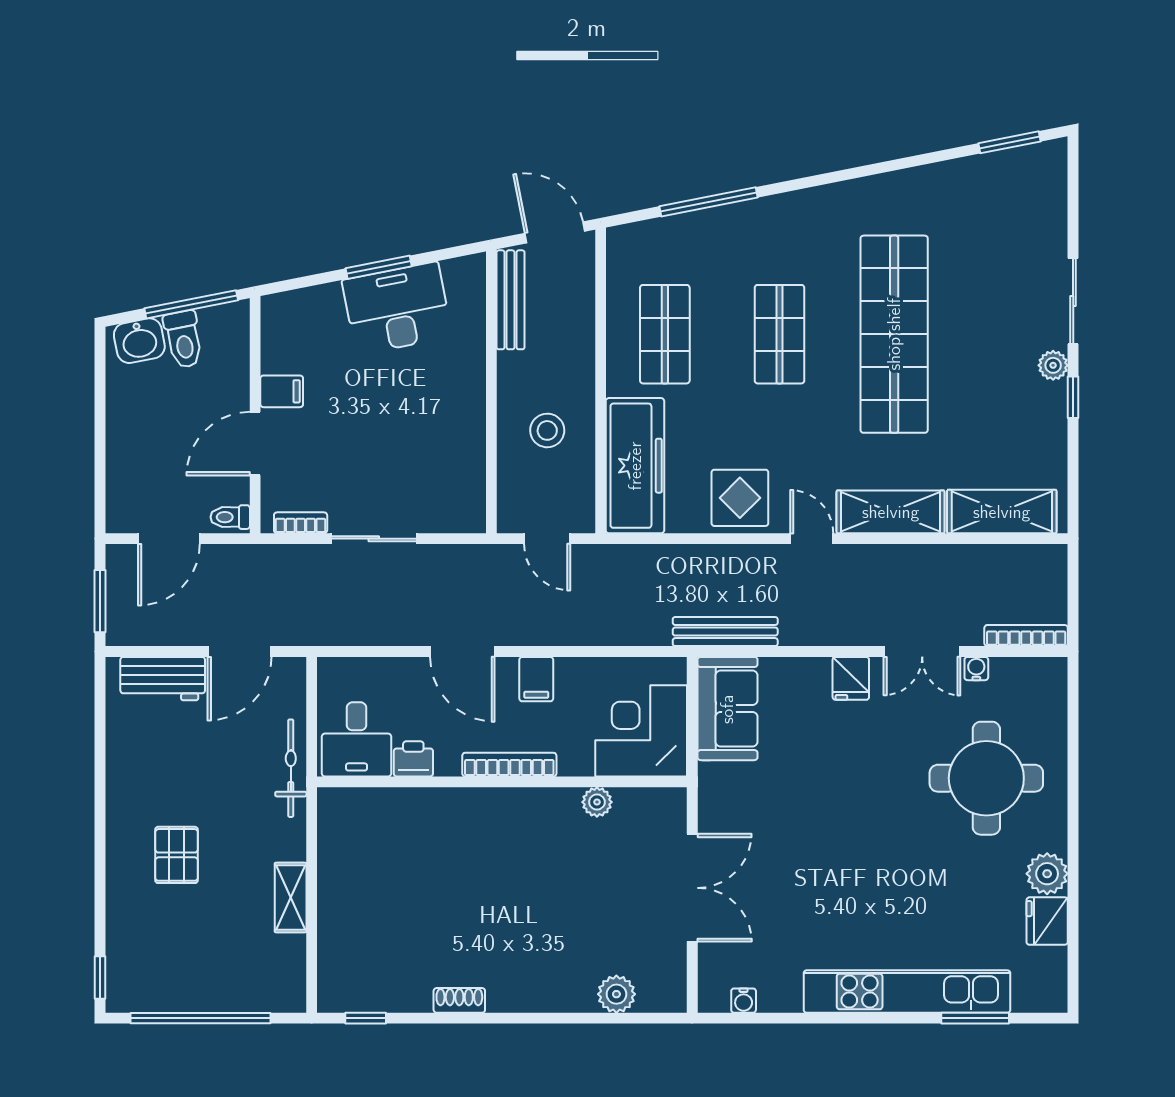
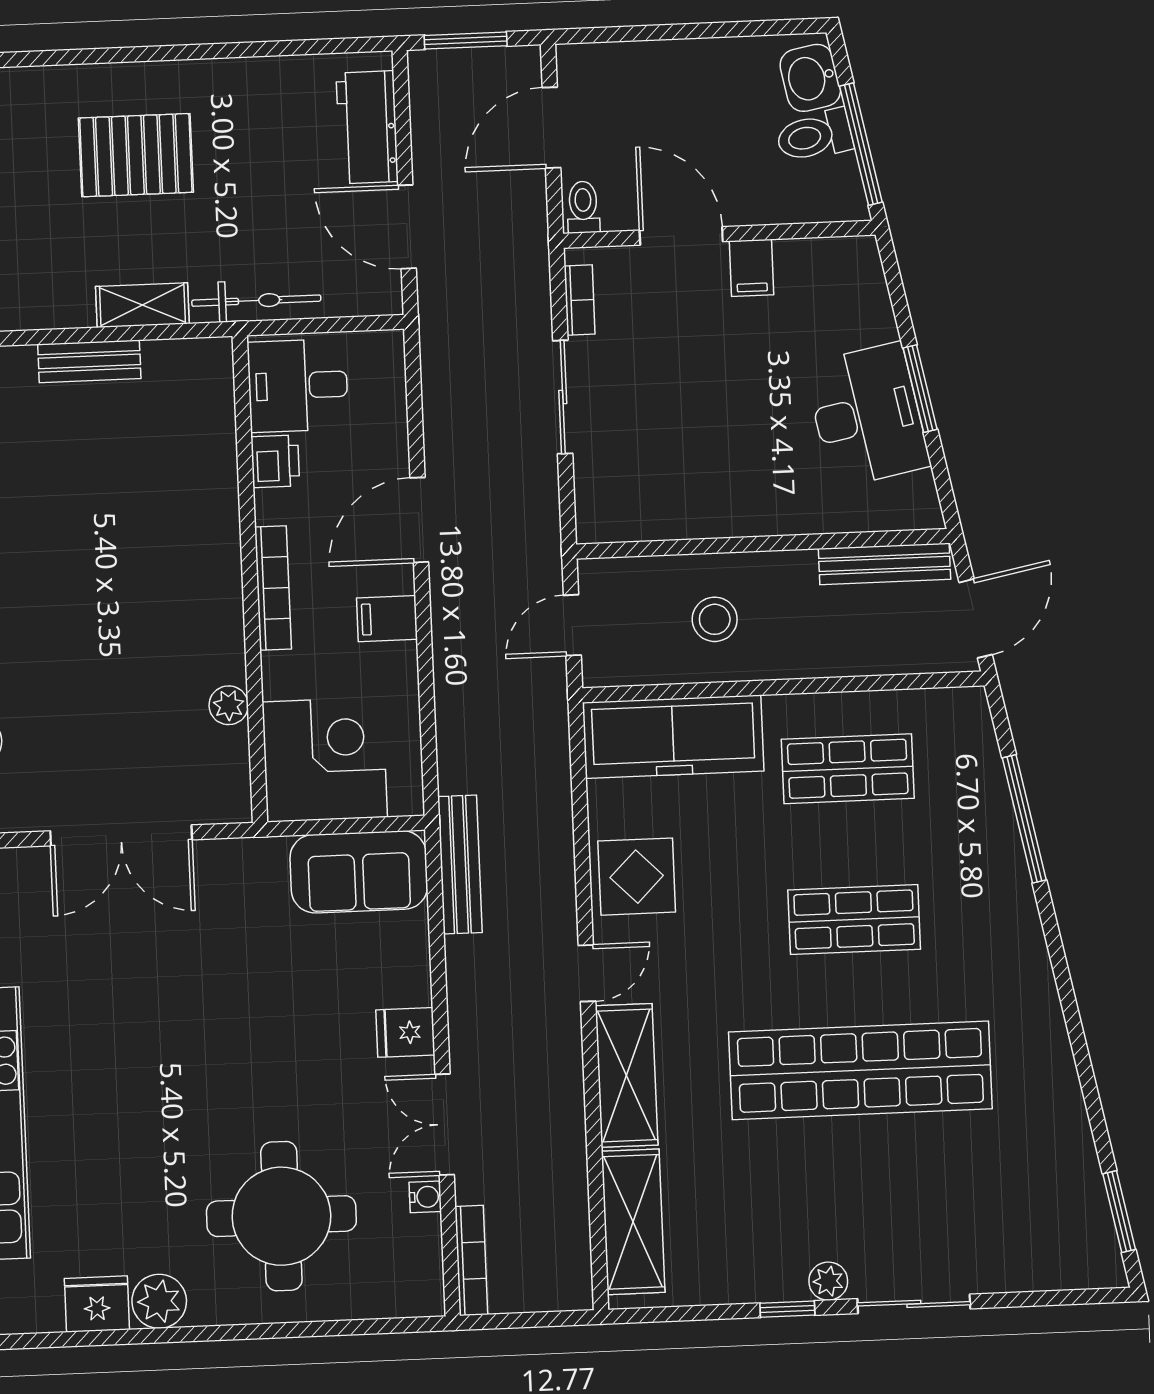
door: (169, 539) -> (551, 128), hinge flipped
pallet: (177, 855) -> (136, 155), width x1.50, depth x1.42
bench: (332, 897) -> (89, 361), added
shelving: (291, 898) -> (142, 305), moved

